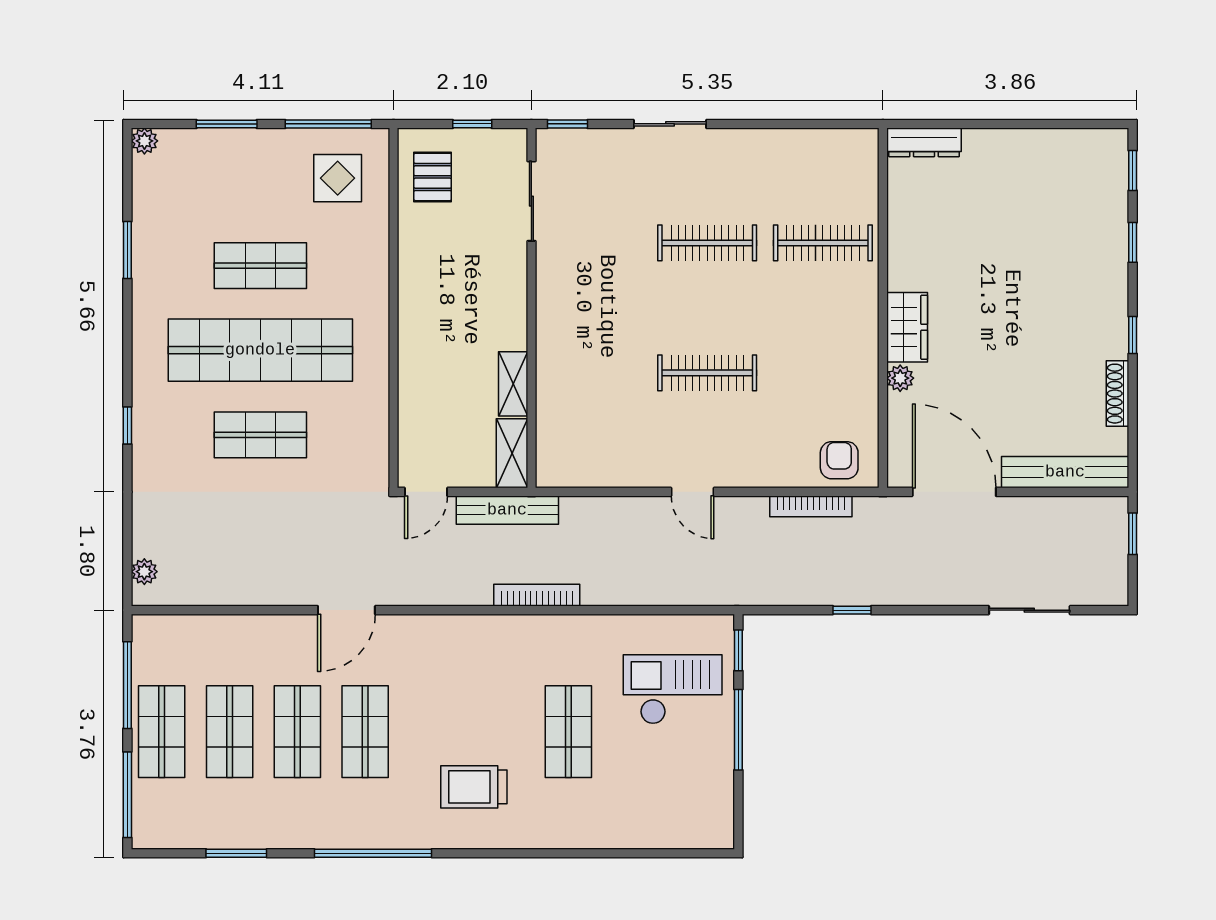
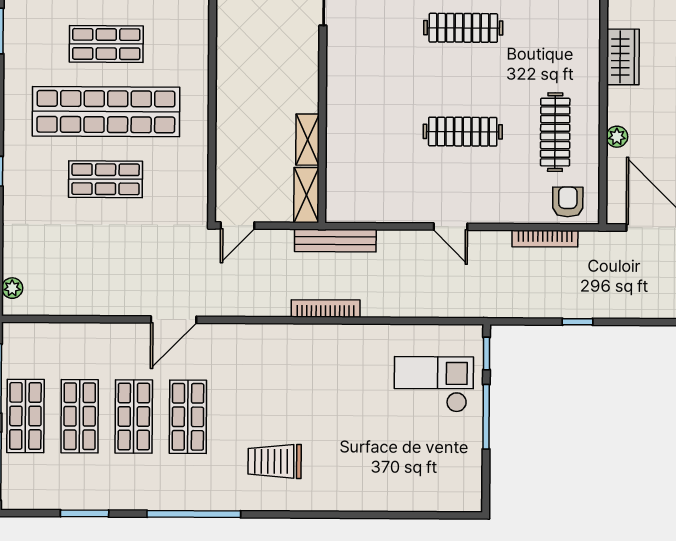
clothes rail: (823, 243) -> (555, 132), moved, turned 90
wardrobe: (907, 327) -> (623, 57), moved
bench: (507, 510) -> (335, 241), moved
shop shelf: (568, 732) -> (350, 418), removed

